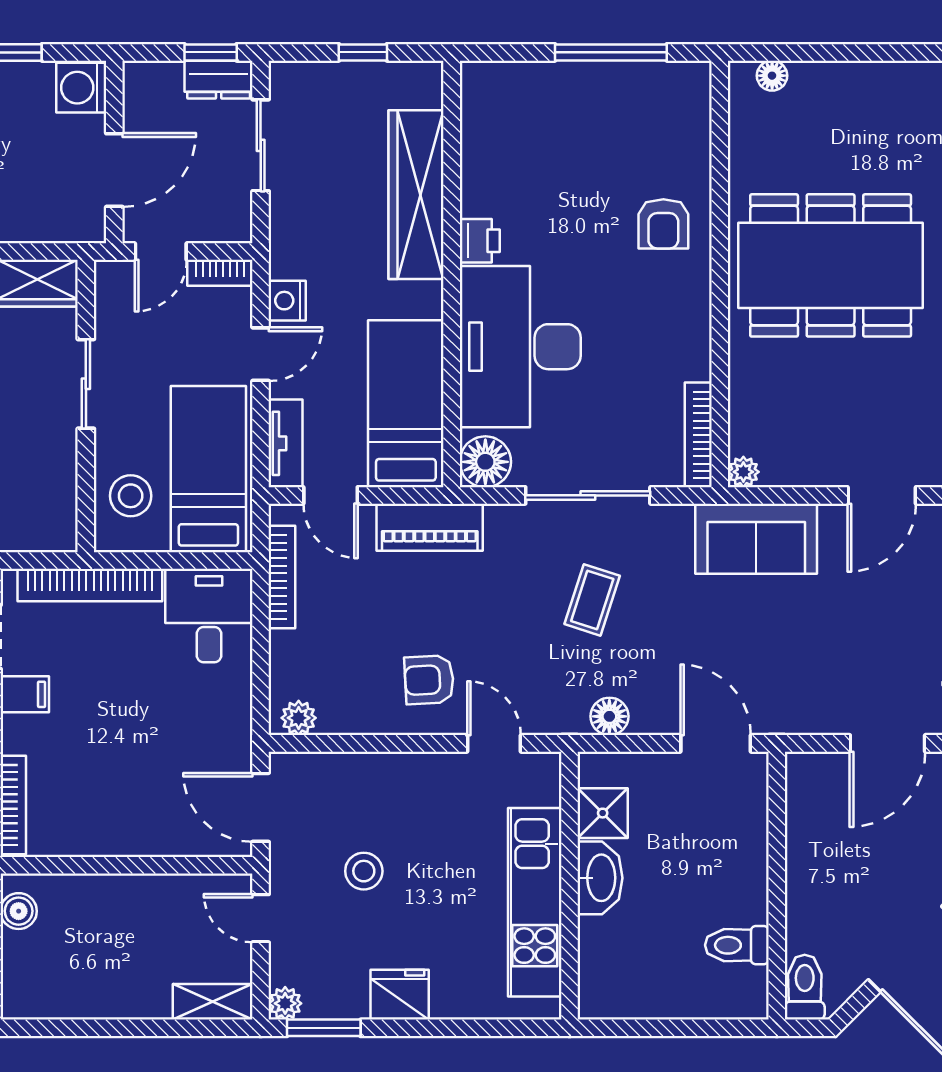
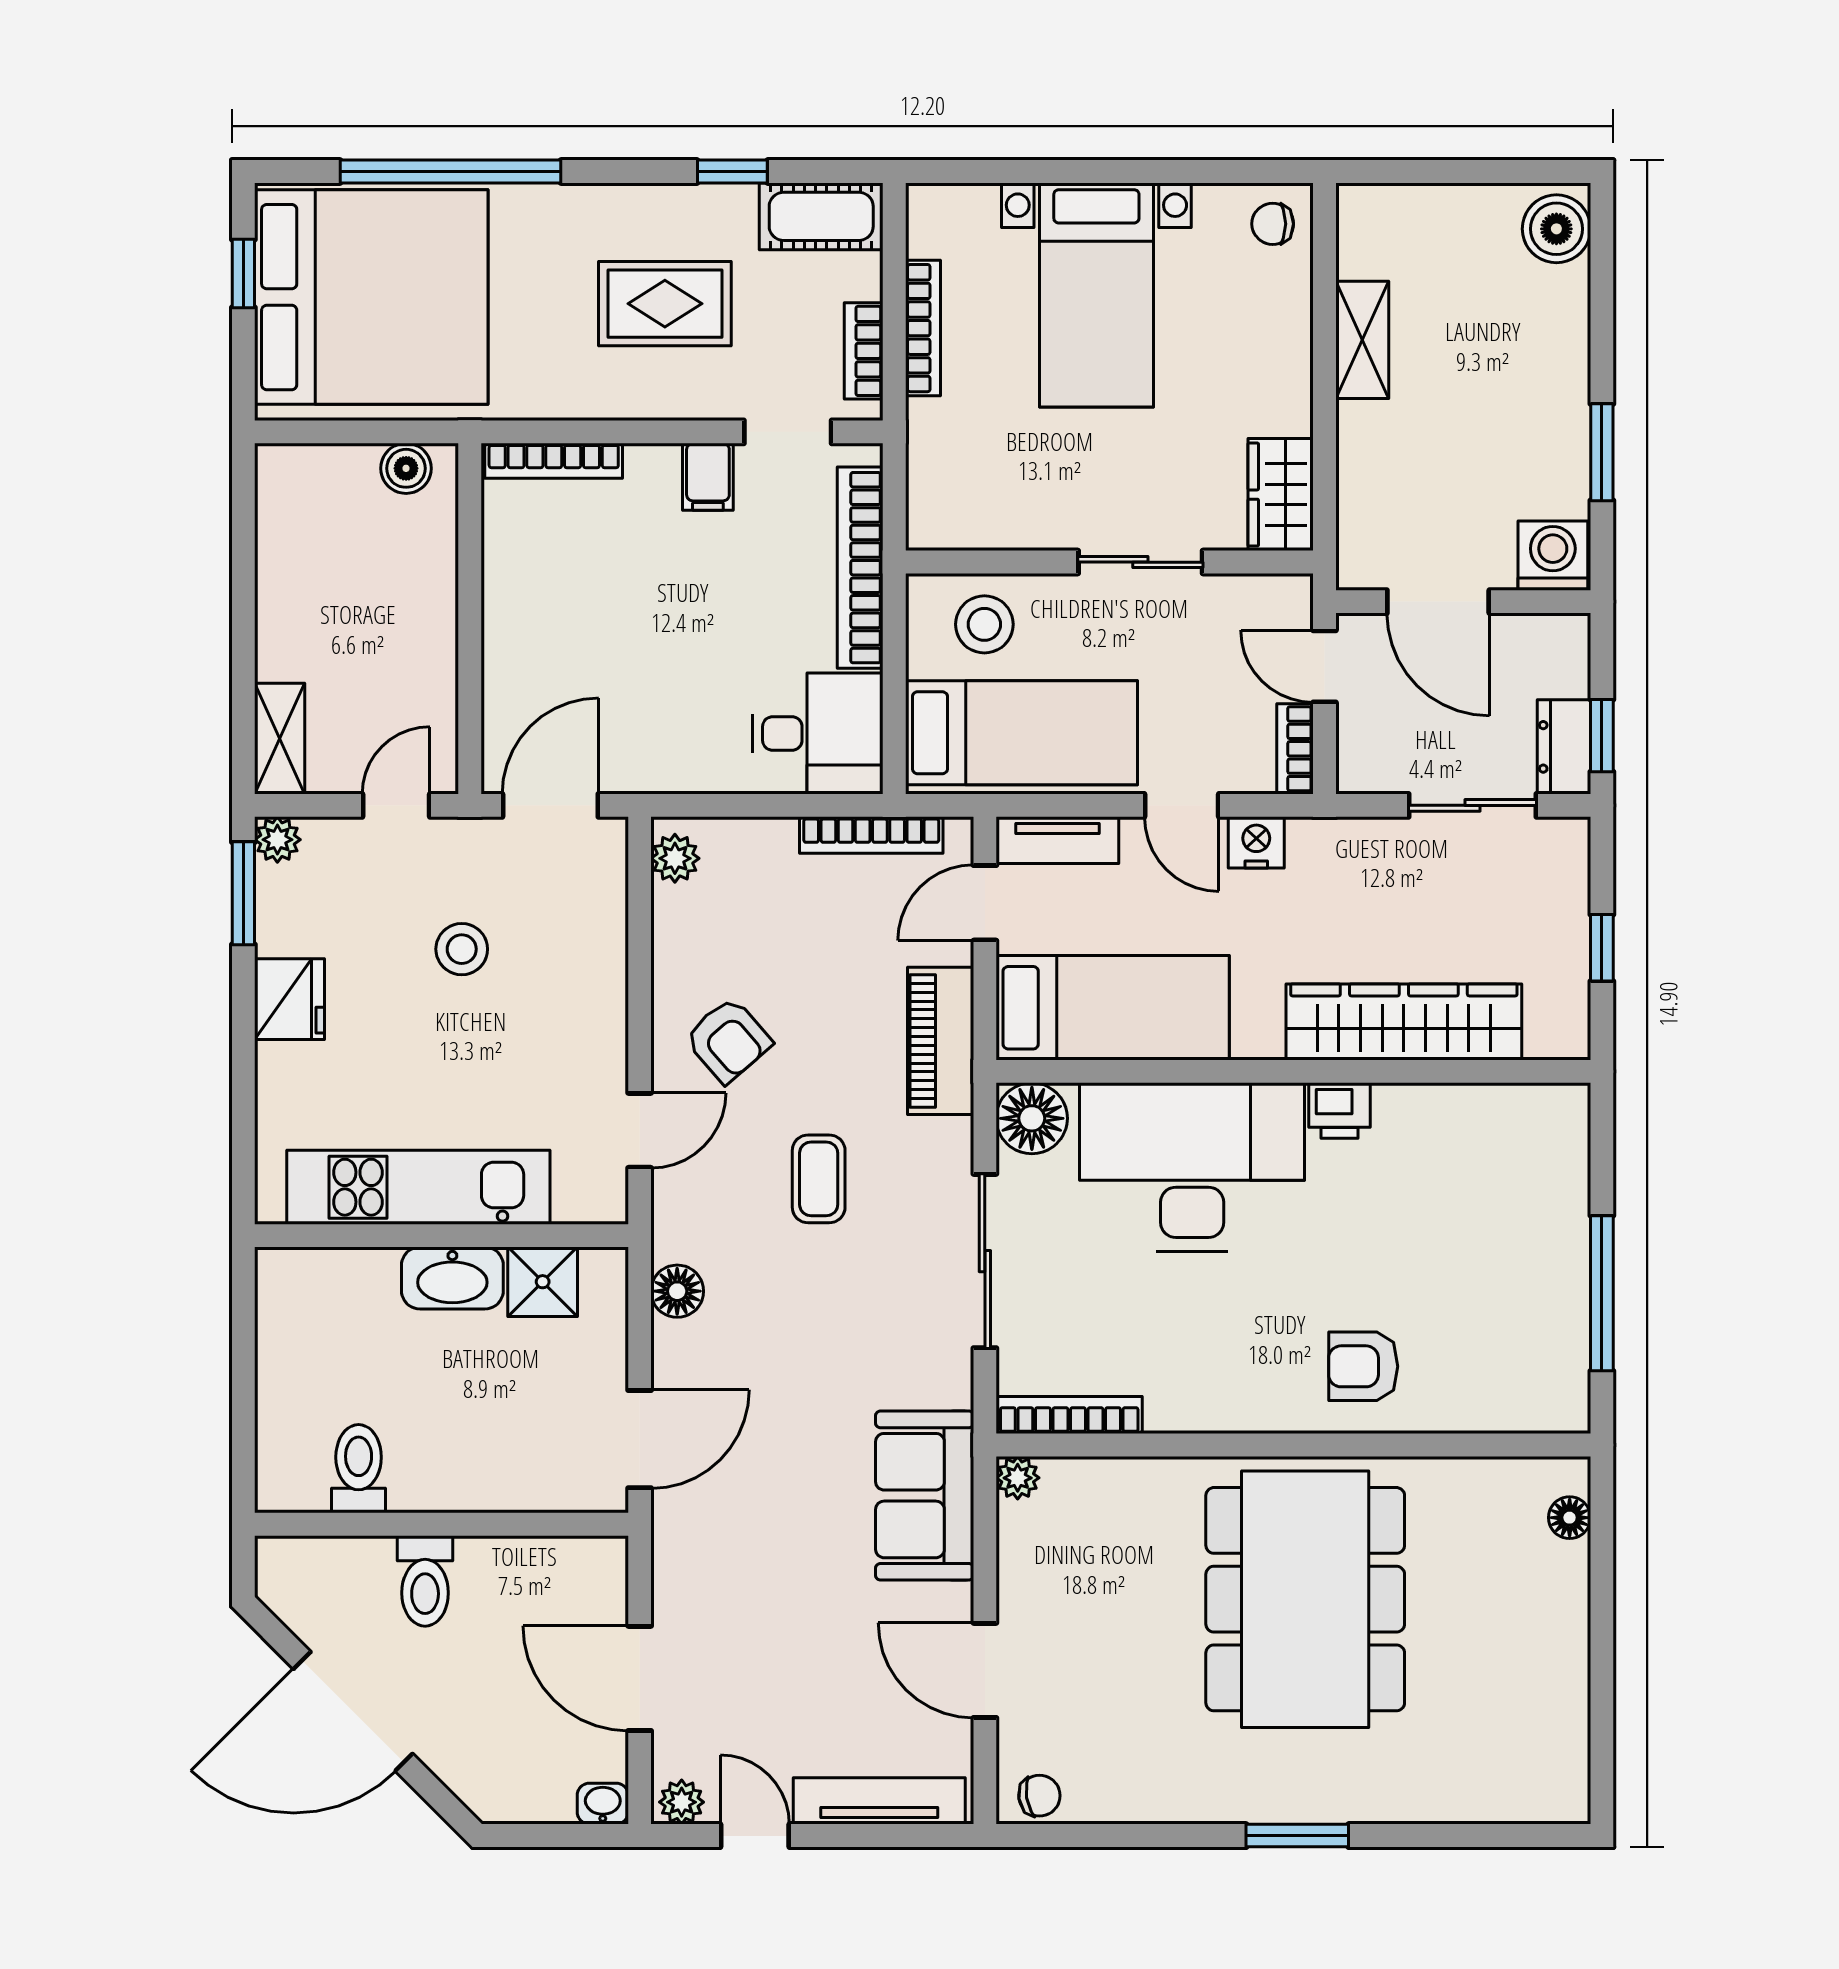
coffee table: (592, 600) -> (819, 1179), moved, turned 72
armchair: (429, 680) -> (728, 1040), turned 142
toilet: (805, 987) -> (425, 1581), moved, turned 90

